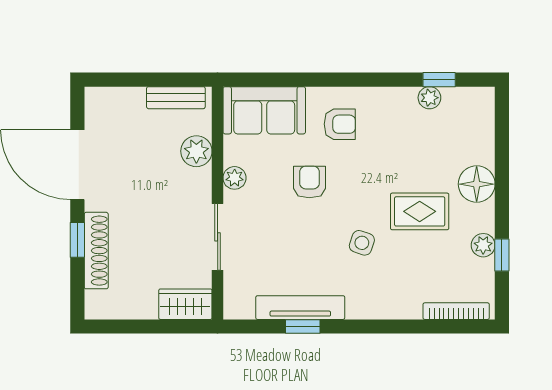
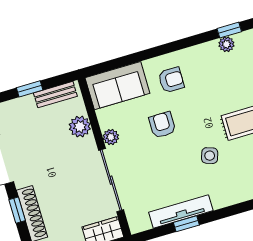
window: (143, 80) -> (30, 89), added
sliding door: (218, 237) -> (111, 180), width x1.37

